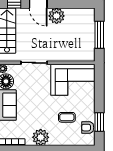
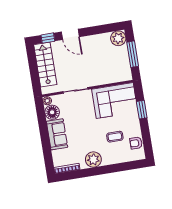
plant: (57, 16) -> (118, 38), moved
window: (99, 122) -> (142, 110), moved

